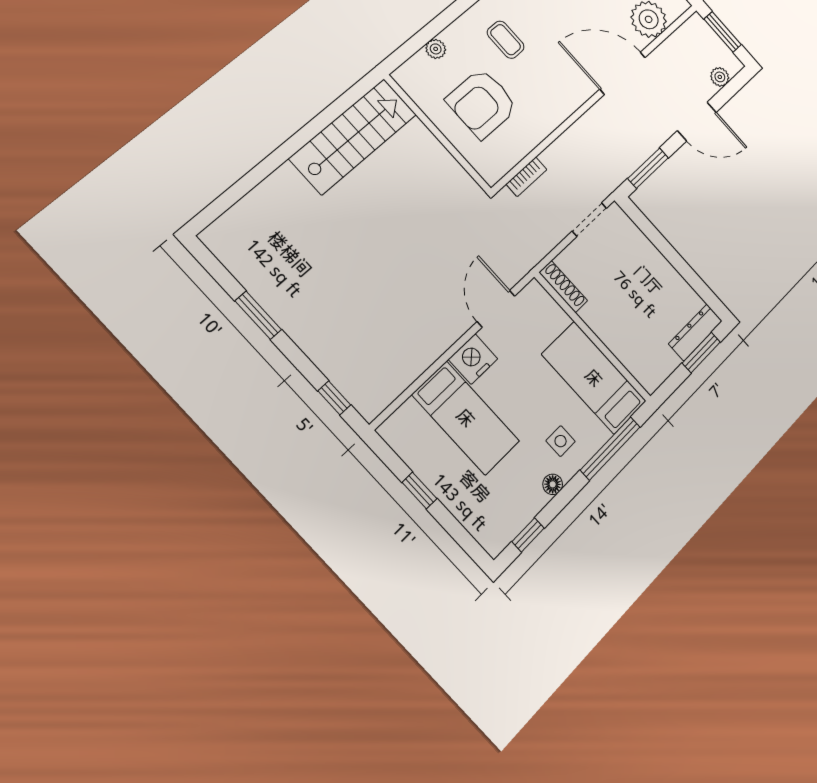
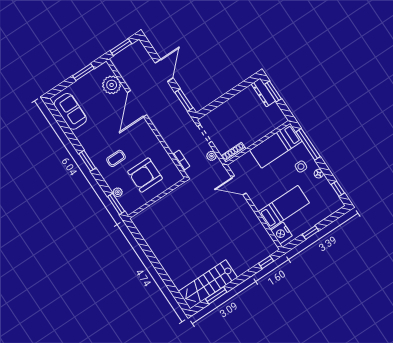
window: (410, 48) -> (116, 204), added
plant: (720, 77) -> (212, 156), moved
armchair: (482, 103) -> (145, 175), turned 90
stairs: (353, 136) -> (208, 284), moved, turned -90
window: (258, 315) -> (216, 295), moved
nightstand: (473, 359) -> (281, 233), moved

